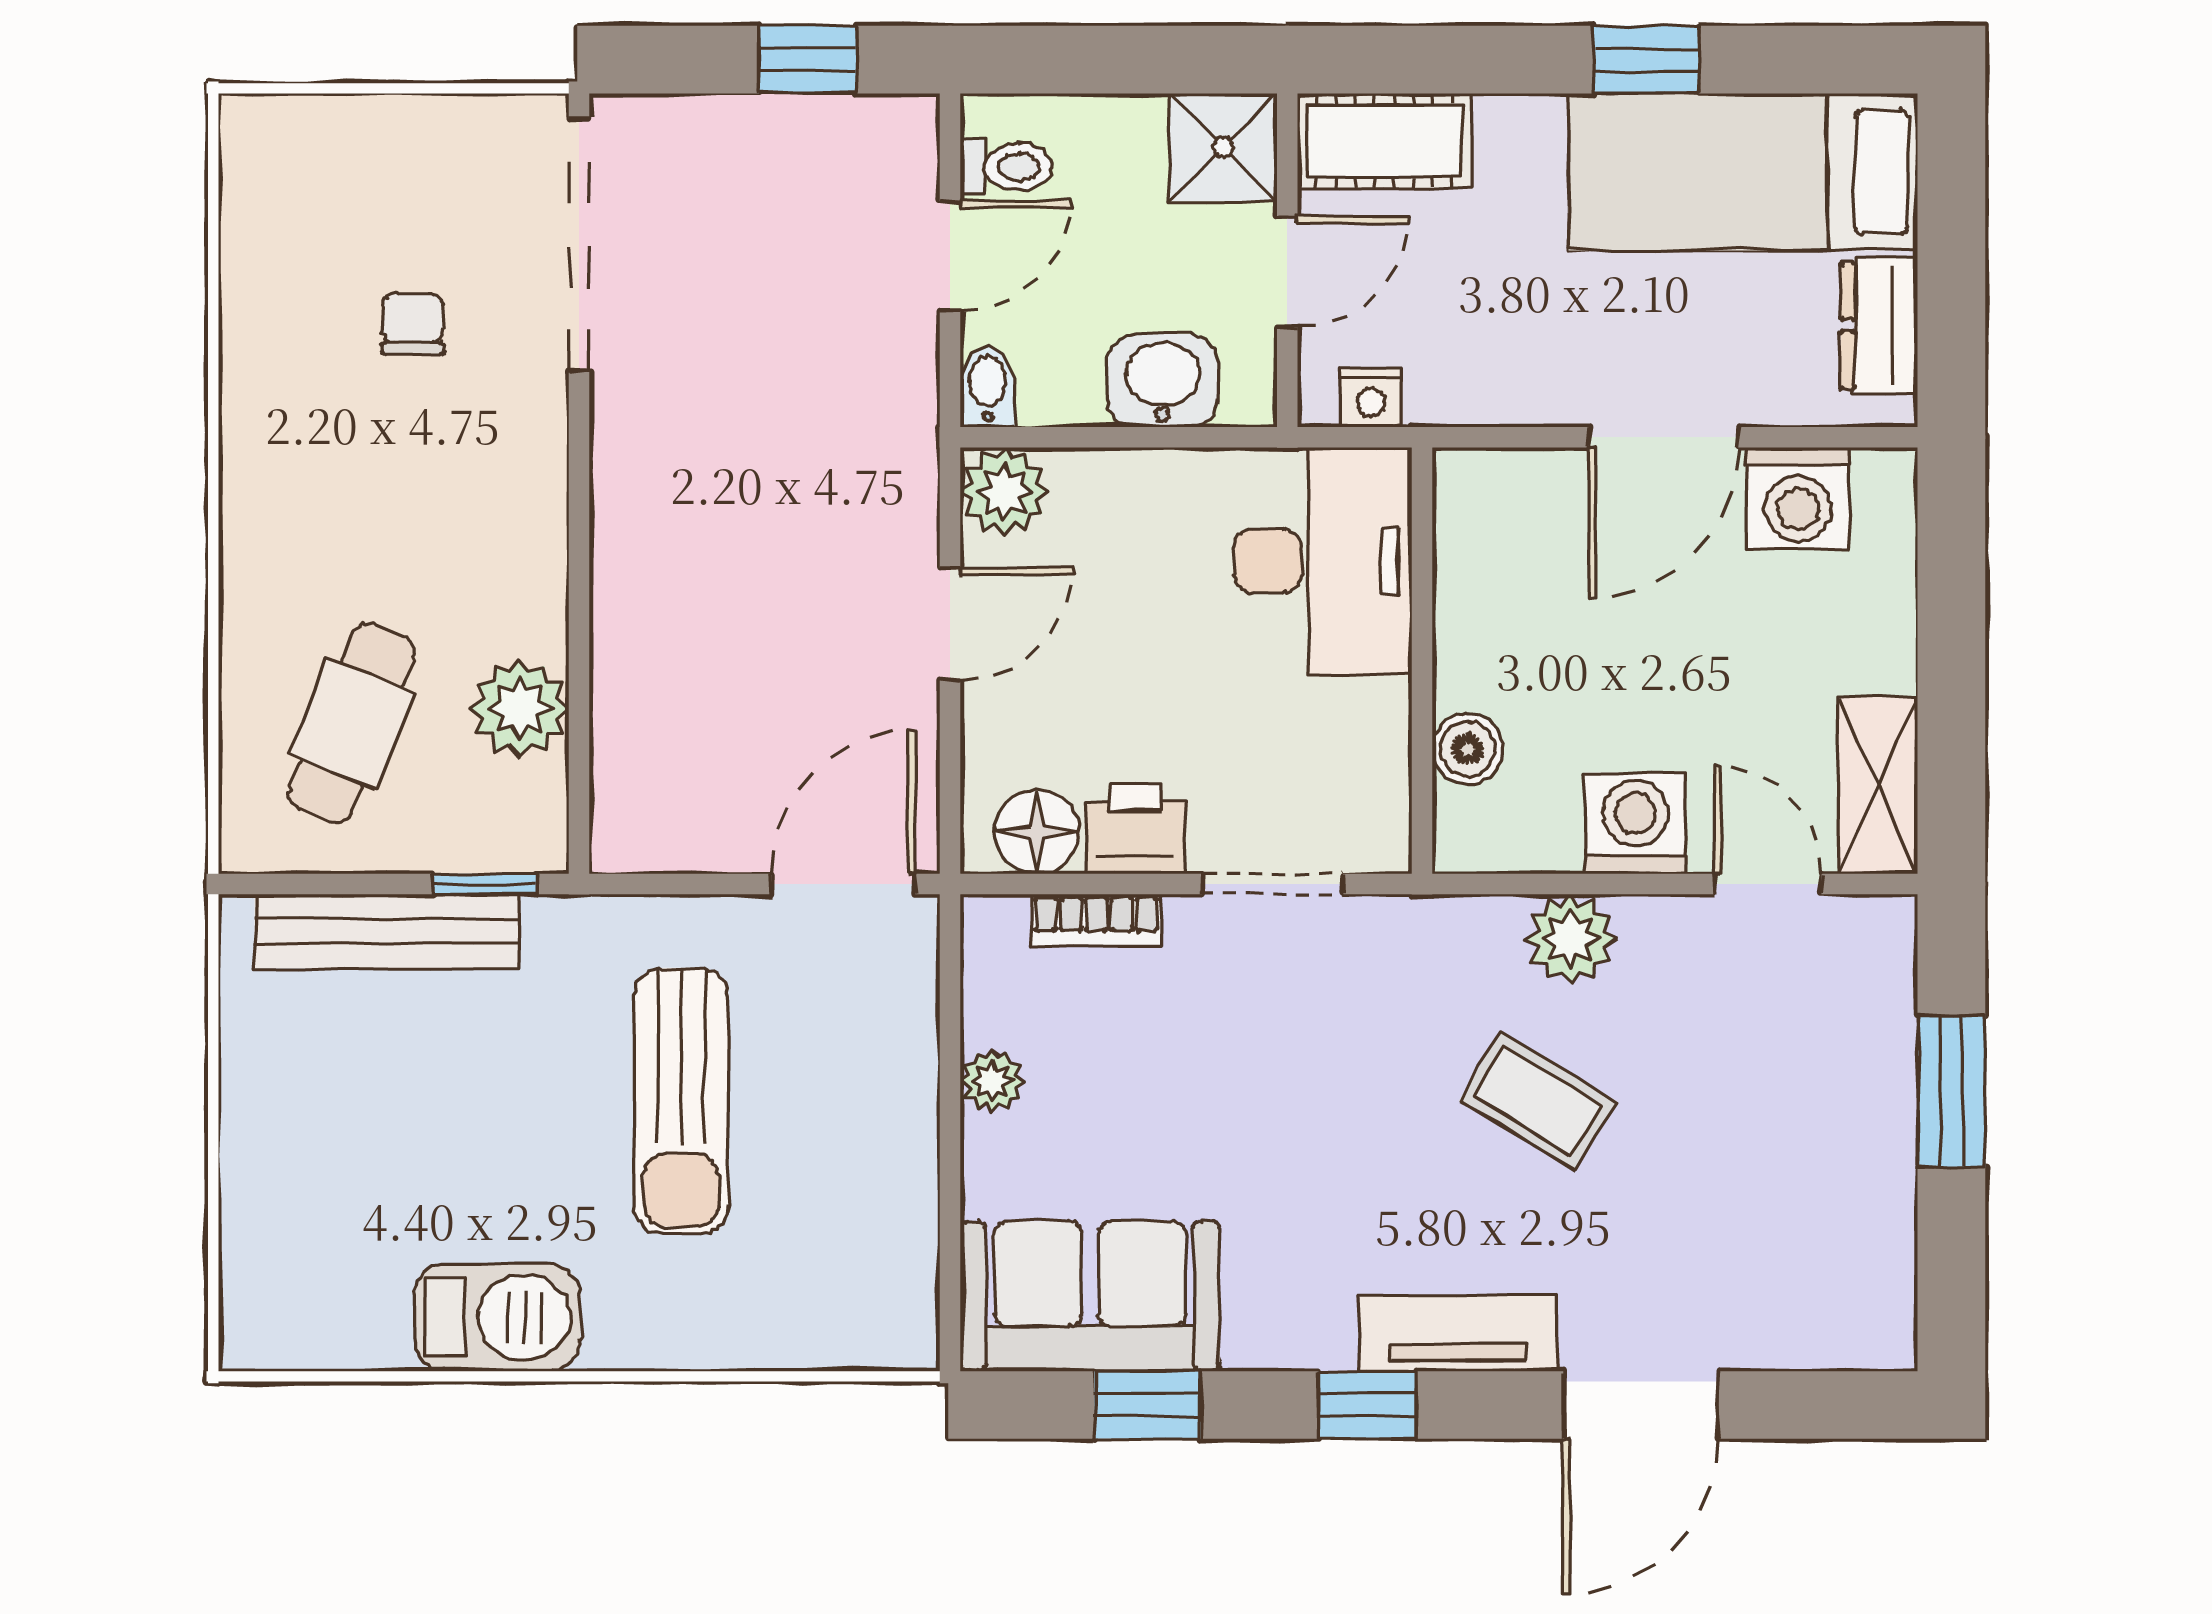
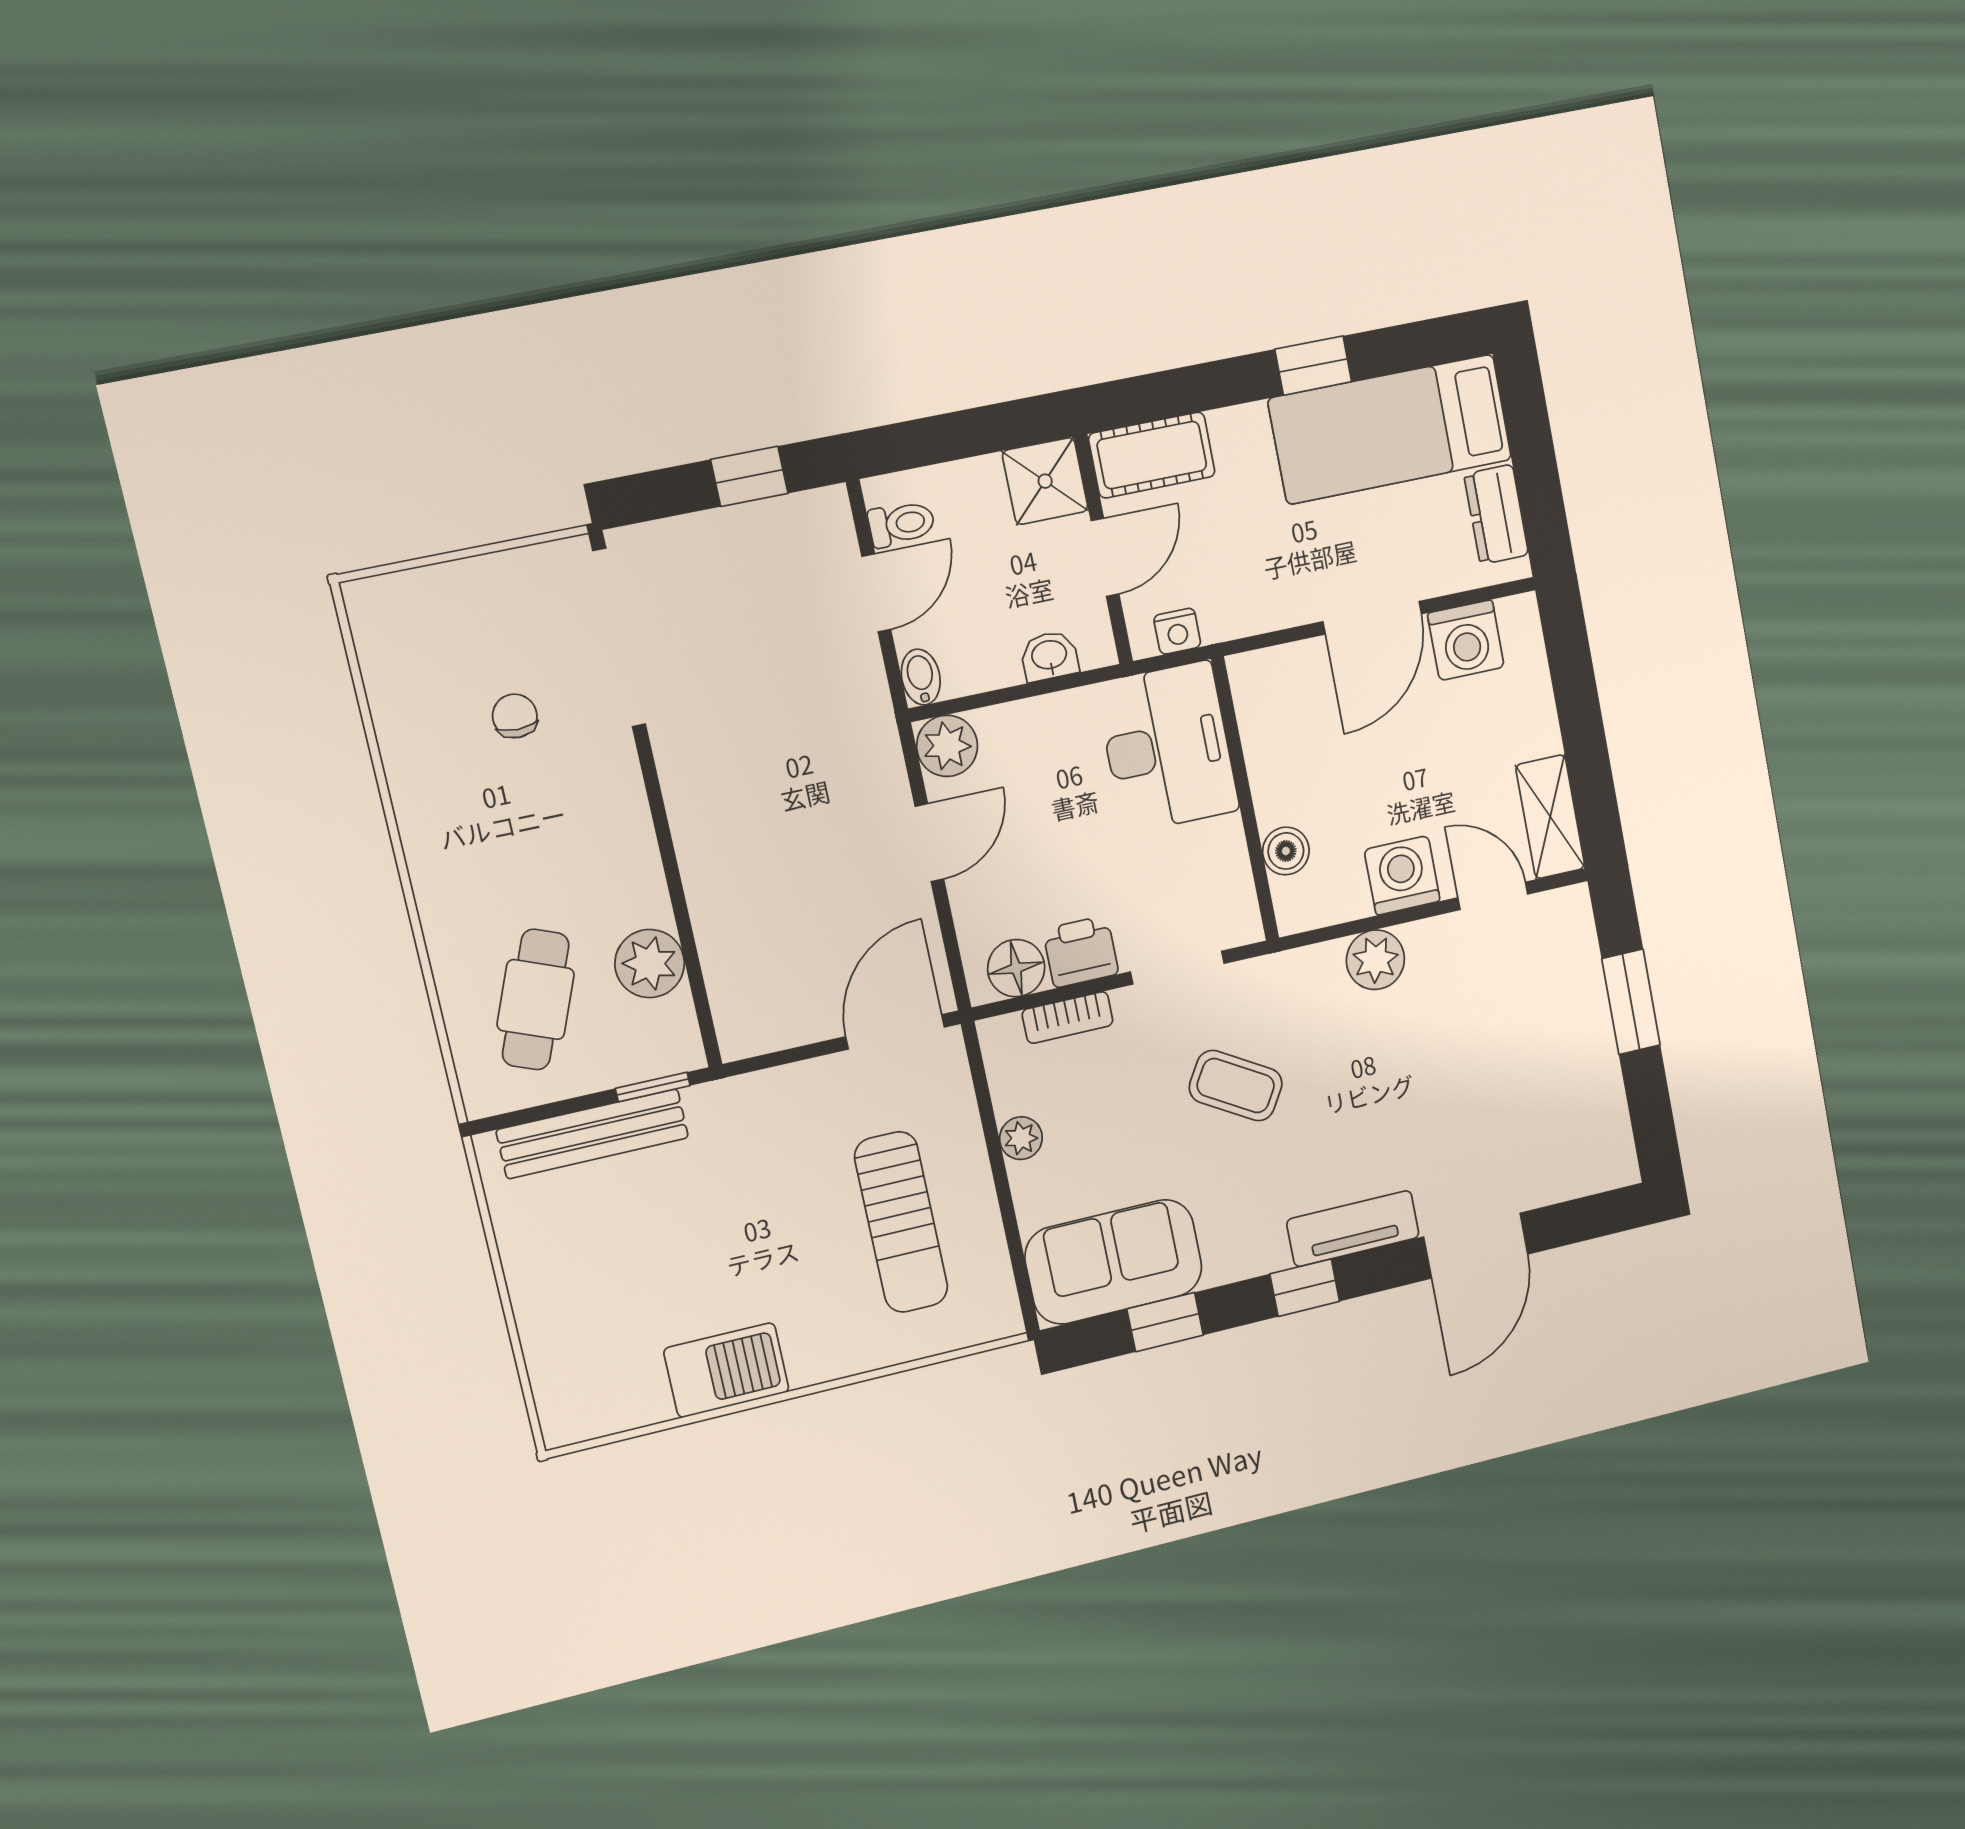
washbasin: (1163, 381) -> (1049, 656), width x0.72, depth x0.69
sun lounger: (681, 1101) -> (901, 1222), moved
coffee table: (1538, 1101) -> (1236, 1086), moved

